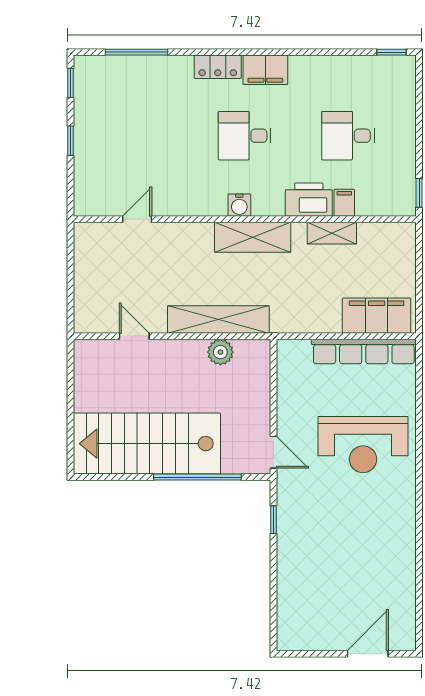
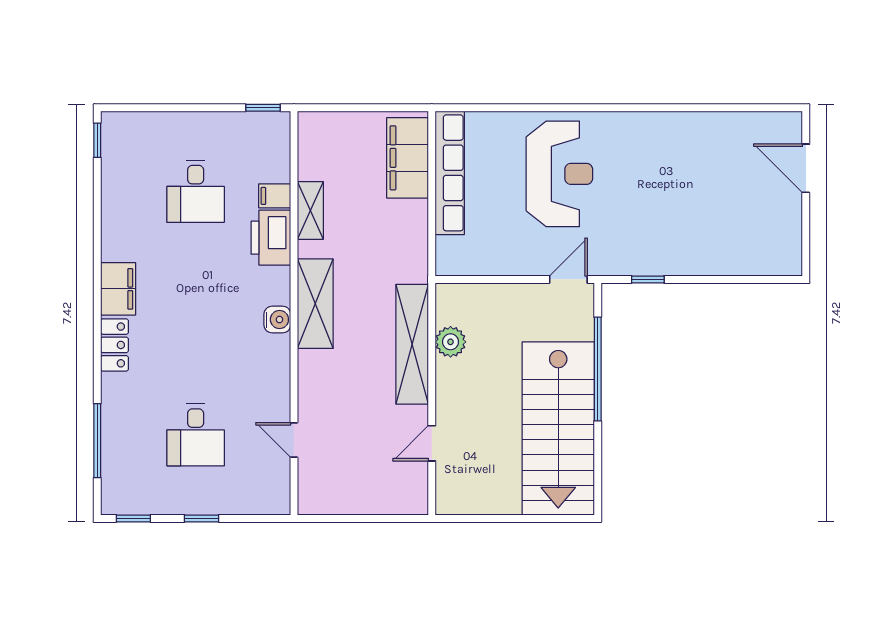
desk: (245, 136) -> (196, 435), moved

